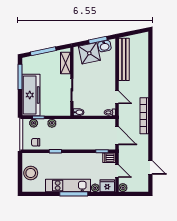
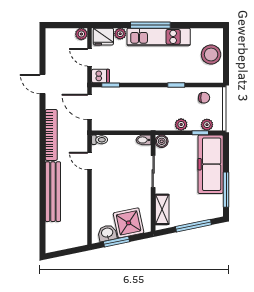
bench: (124, 59) -> (53, 192), moved
boiler: (66, 111) -> (162, 141), added
door: (150, 167) -> (43, 84), moved

